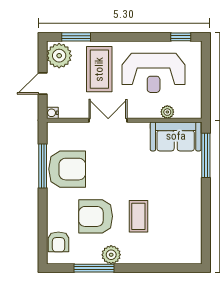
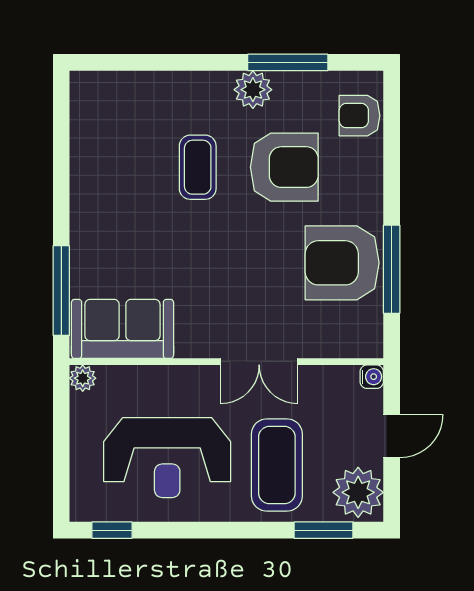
reception desk: (154, 73) -> (167, 458), turned 180
plant: (167, 112) -> (83, 378), moved
armchair: (58, 242) -> (359, 116), turned -90

